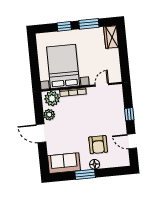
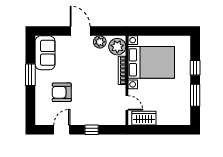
wardrobe: (111, 37) -> (144, 118), moved
door: (41, 133) -> (80, 31), hinge flipped
floor lamp: (95, 164) -> (41, 86), removed

